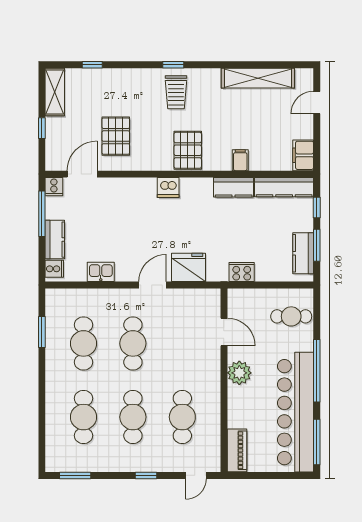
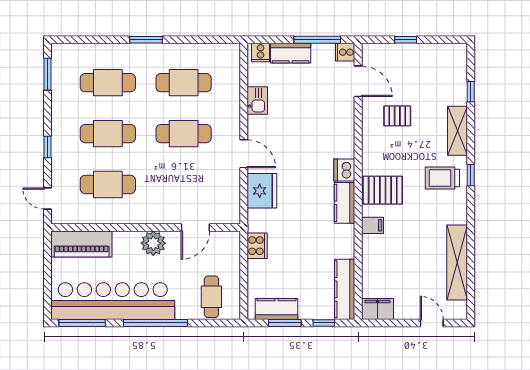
shelving: (55, 92) -> (457, 131), moved, turned 90
pallet: (116, 136) -> (397, 116), width x0.67, depth x0.71
filing cabinet: (240, 160) -> (372, 225), moved
kitchen counter: (234, 187) -> (344, 203), moved
window: (42, 332) -> (146, 40), moved
piano: (237, 450) -> (82, 244), width x1.37, depth x1.33

